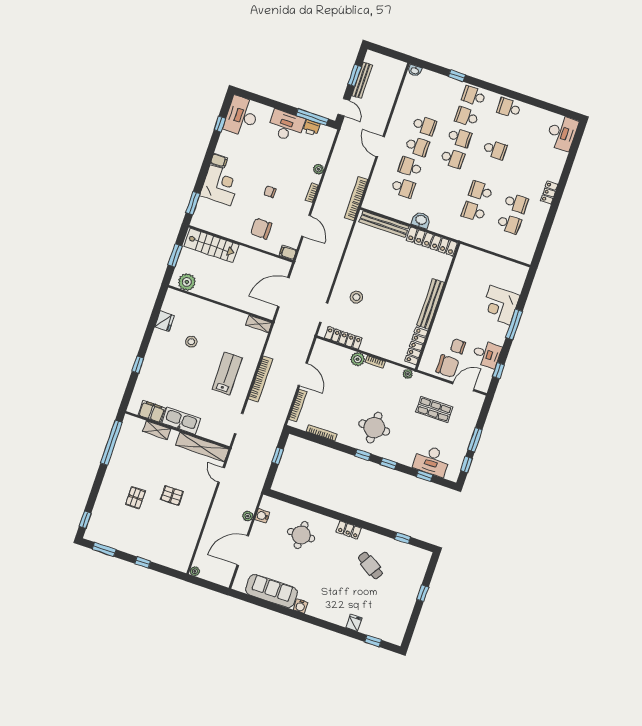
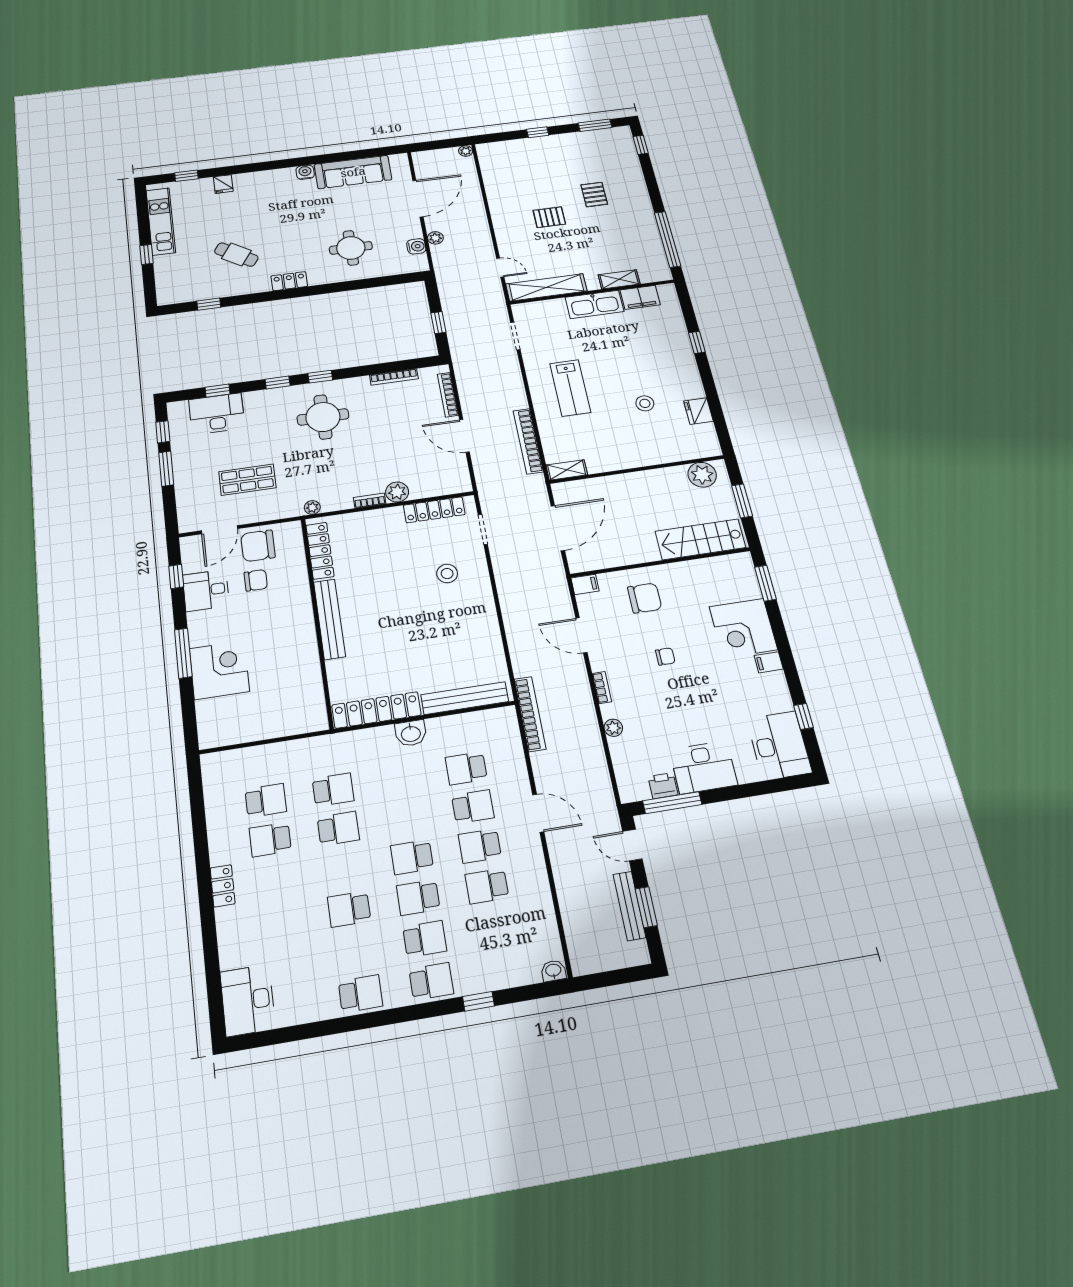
school desk: (509, 224) -> (266, 800), turned 180
bookcase: (261, 379) -> (528, 441), moved
kitchen unit: (404, 614) -> (161, 221), added

